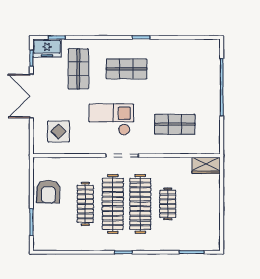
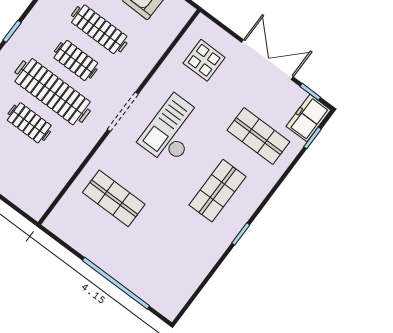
checkout: (111, 120) -> (173, 130), turned 180
shop shelf: (175, 124) -> (114, 198), turned 90
wardrobe: (206, 165) -> (41, 199), removed
clothes rail: (113, 204) -> (76, 60), width x0.54, depth x0.76

